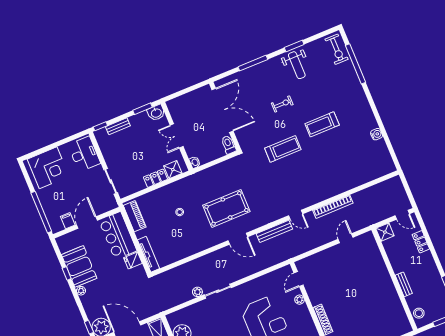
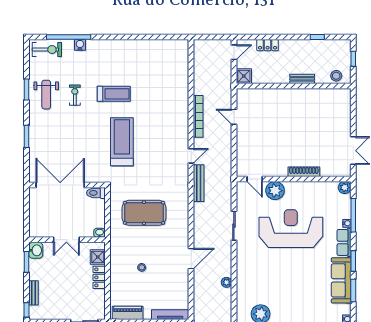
window: (253, 63) -> (26, 136), width x0.69
weight bench: (297, 65) -> (46, 95), turned 90
exercise bike: (282, 104) -> (75, 95), moved
treadmill: (322, 124) -> (114, 94), turned -90
water cooler: (377, 134) -> (80, 45), moved
treadmill: (283, 149) -> (122, 142), width x1.37, depth x1.37
pool table: (226, 208) -> (144, 213), moved, turned 90
door: (238, 239) -> (191, 259), moved
sliding door: (218, 291) -> (234, 226), moved
plant: (300, 300) -> (275, 191), width x1.88, depth x1.88

